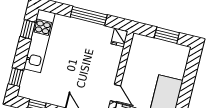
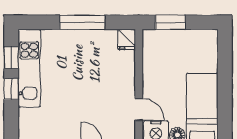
window: (167, 35) -> (170, 22), moved
window: (16, 77) -> (11, 89), moved

